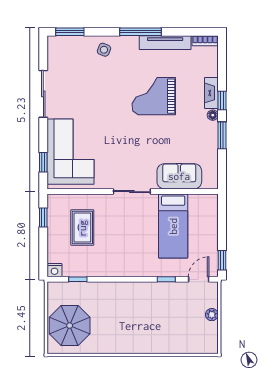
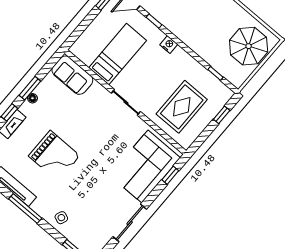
floor lamp: (213, 115) -> (32, 98), moved
sofa: (179, 176) -> (72, 75), moved
window: (43, 217) -> (222, 115), moved
rug: (82, 228) -> (182, 107), width x1.36, depth x1.43
nightstand: (55, 270) -> (169, 44), moved

